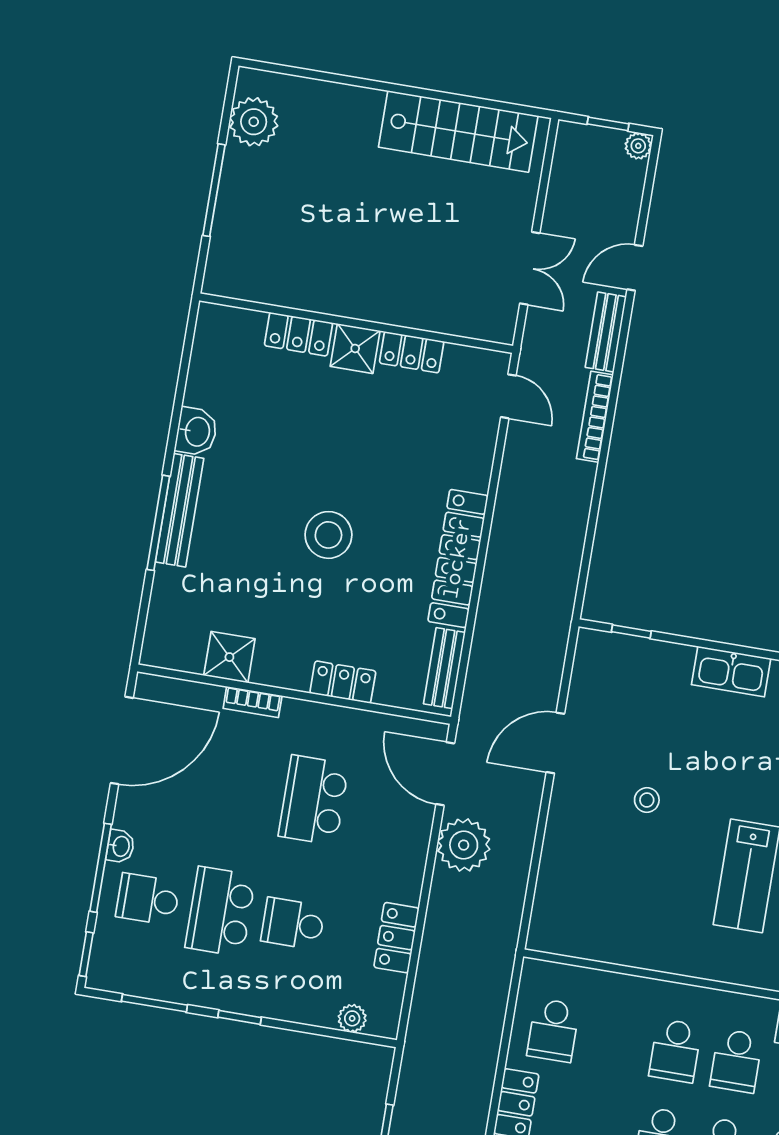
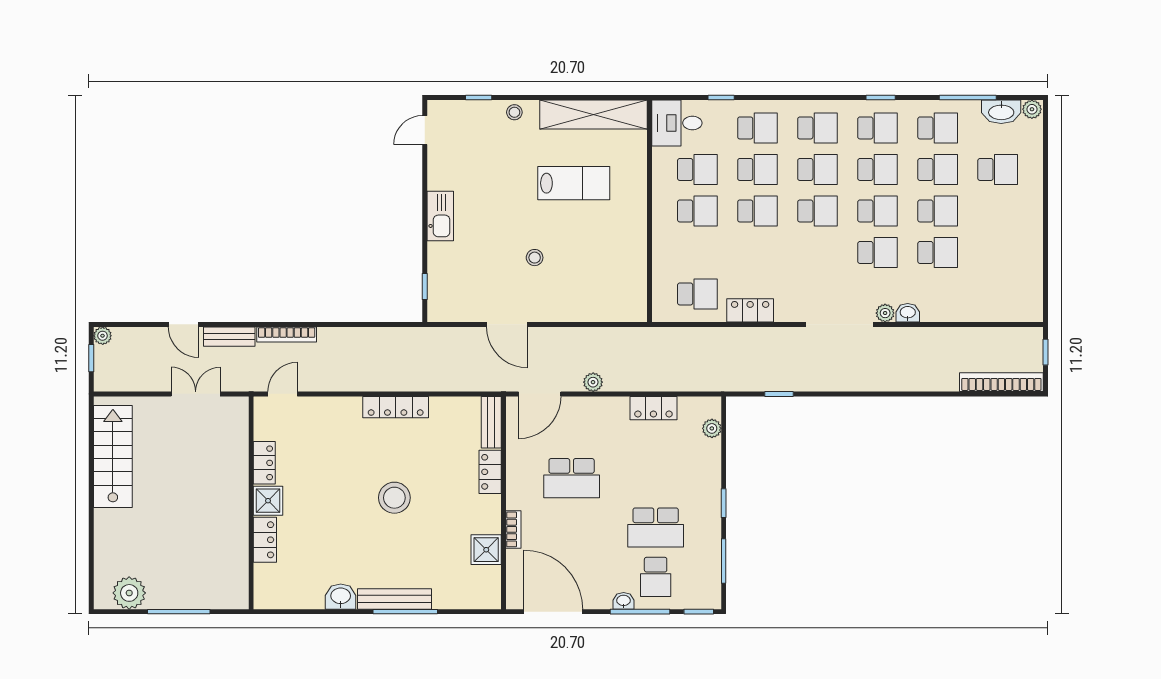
locker: (458, 559) -> (396, 407), width x0.71, depth x0.83
bench: (444, 668) -> (491, 422), moved, turned 90
plant: (464, 845) -> (593, 382), width x0.53, depth x0.53
school desk: (293, 924) -> (656, 478), removed

